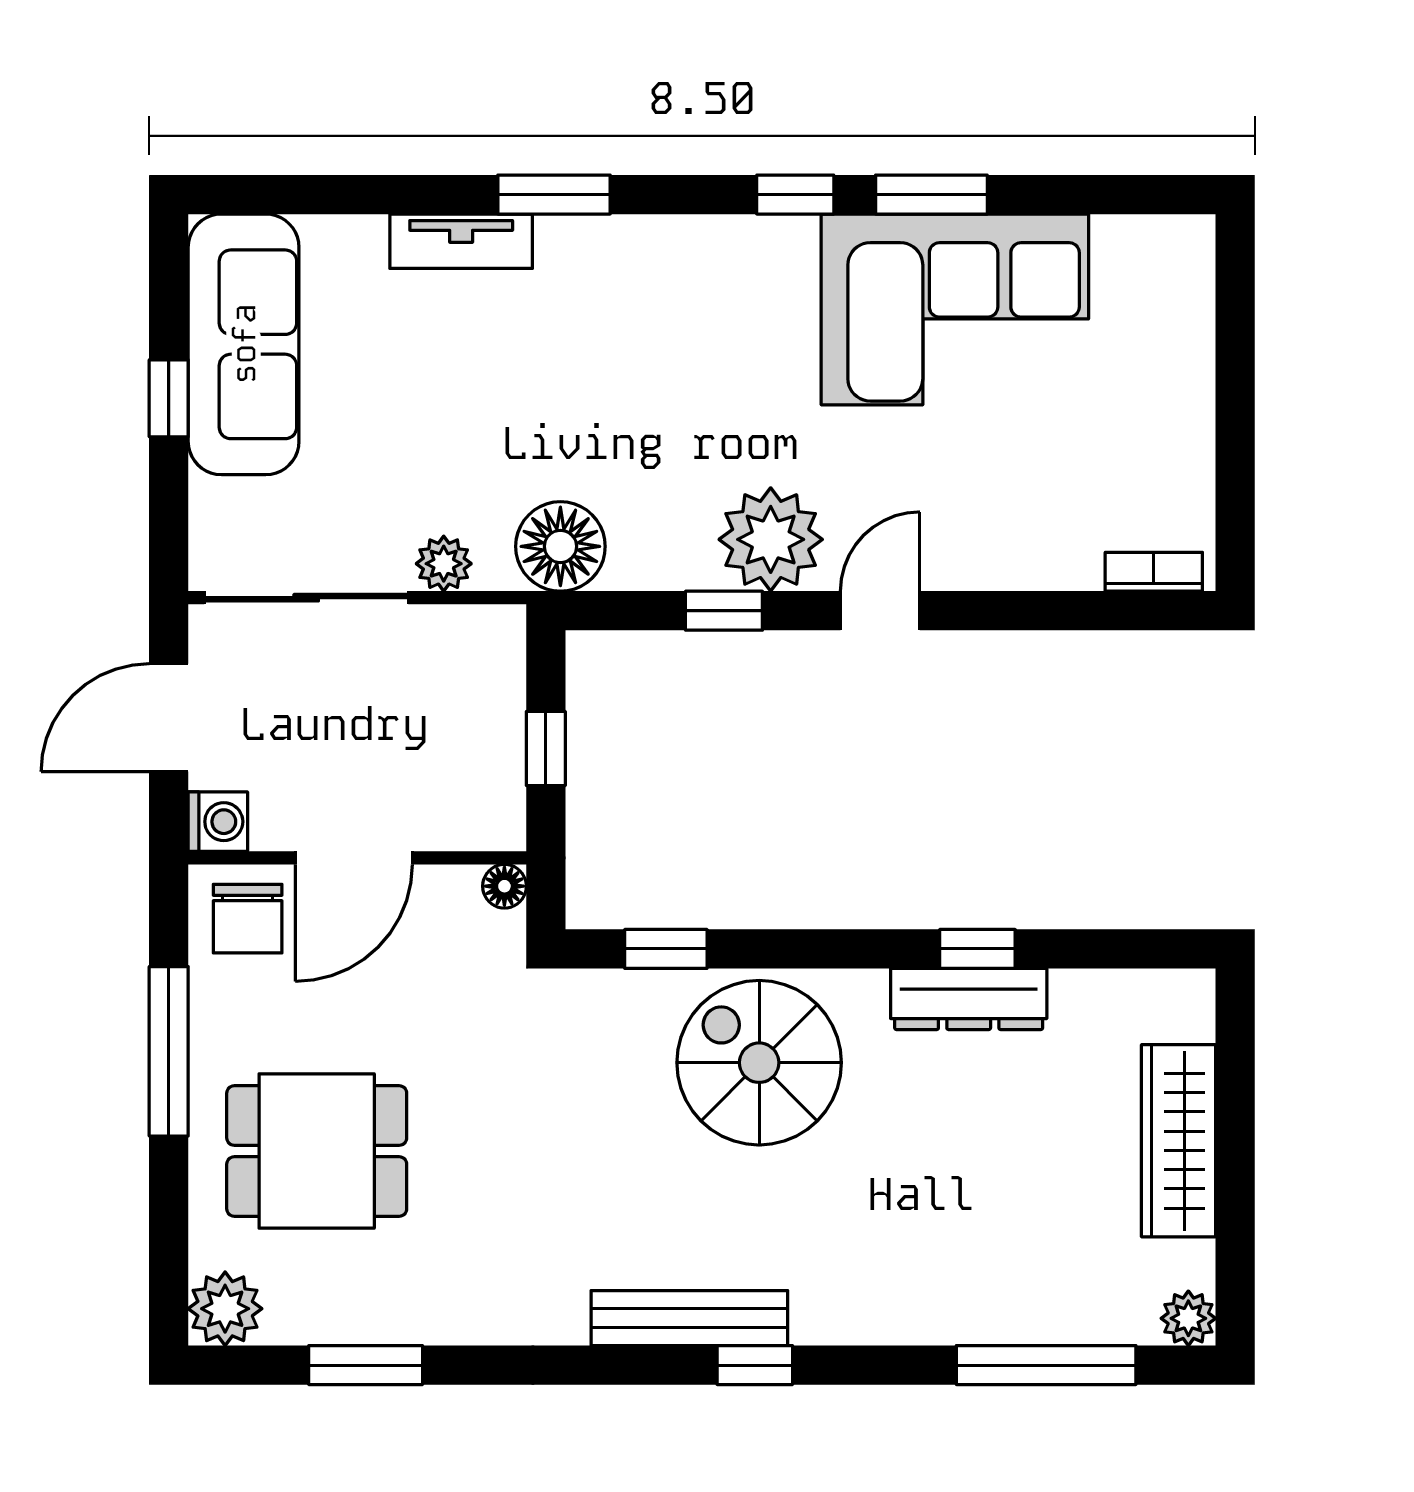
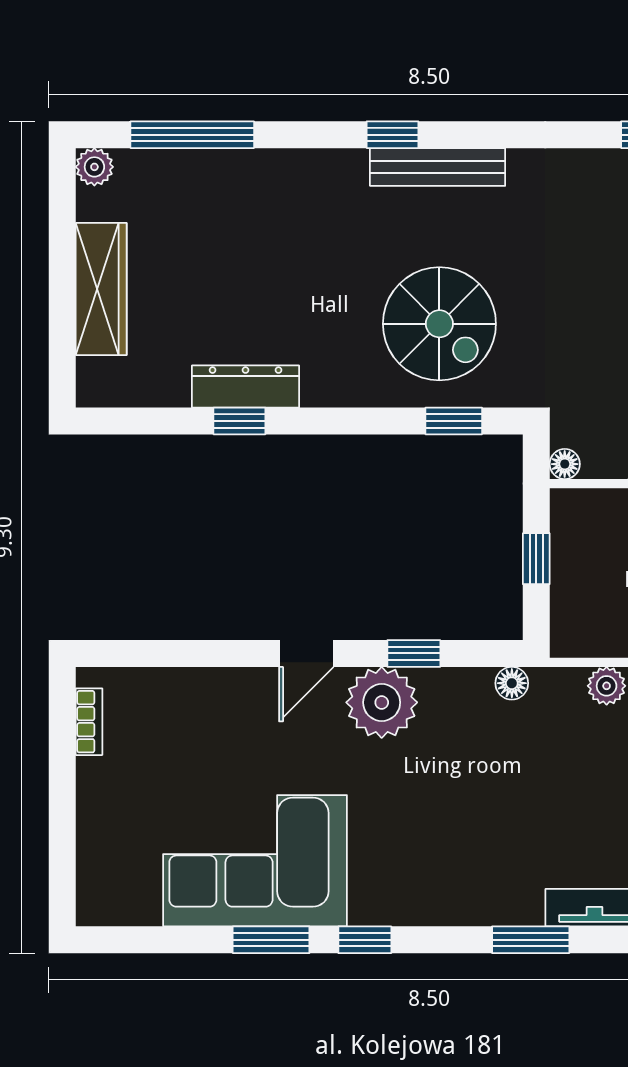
floor lamp: (560, 546) -> (512, 683), width x0.53, depth x0.53
bookcase: (1154, 572) -> (89, 722), moved, turned -90
spiral stairs: (759, 1063) -> (439, 324), moved

